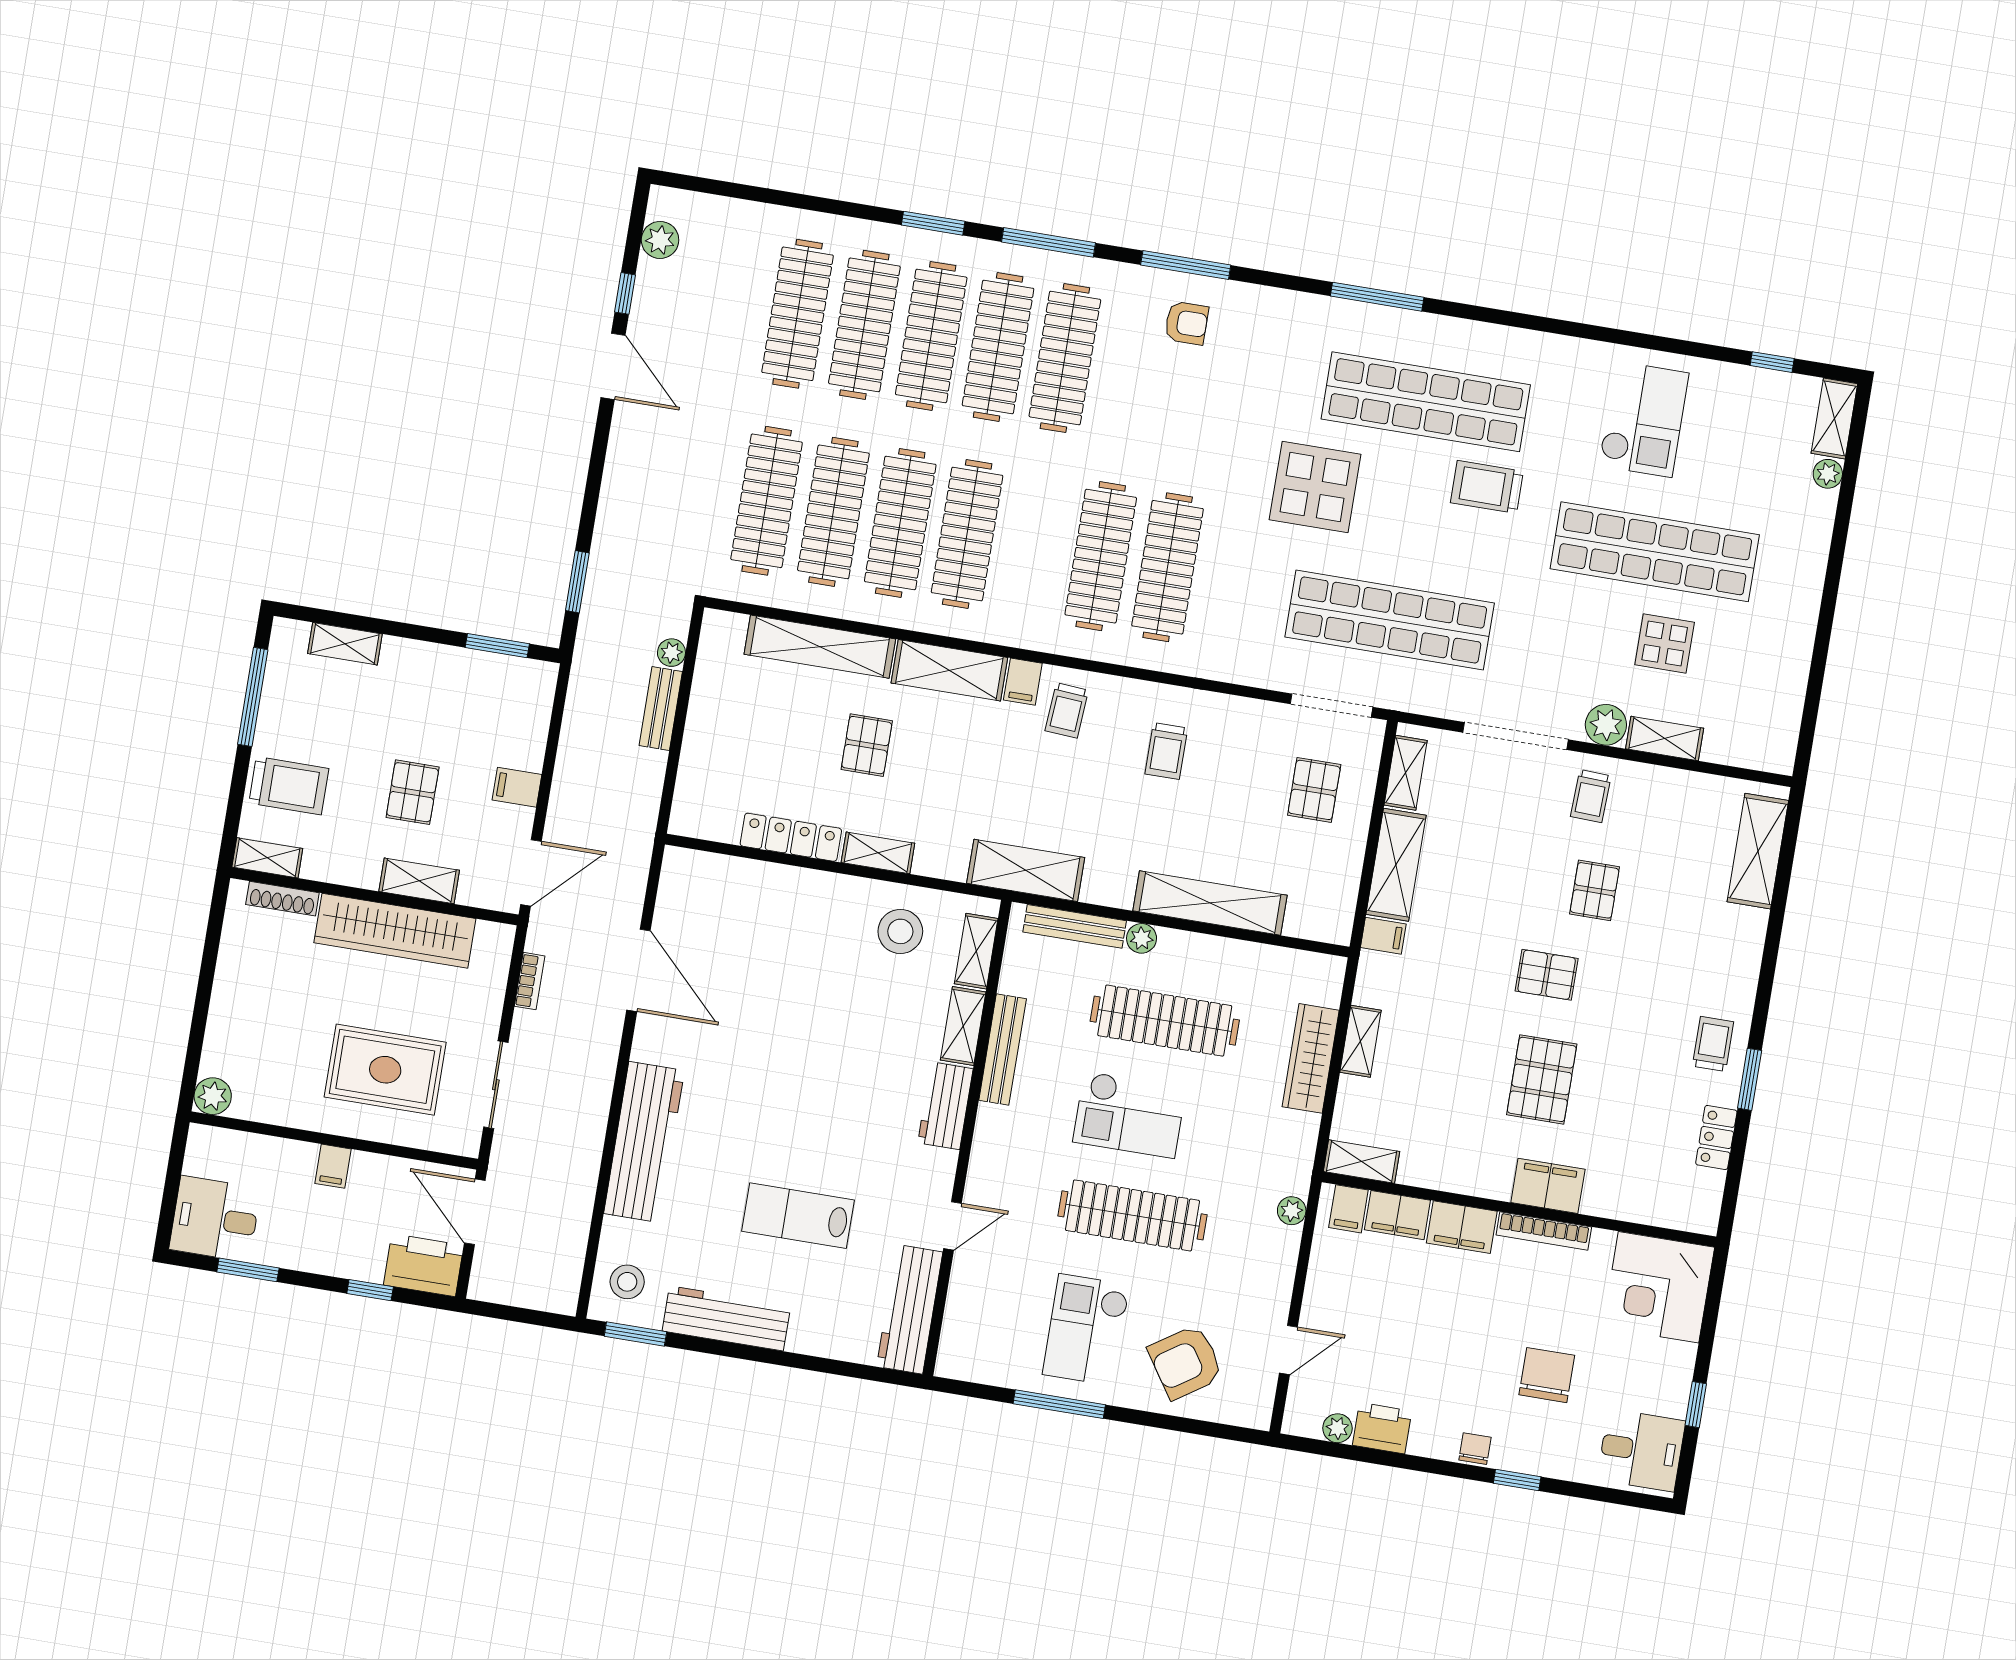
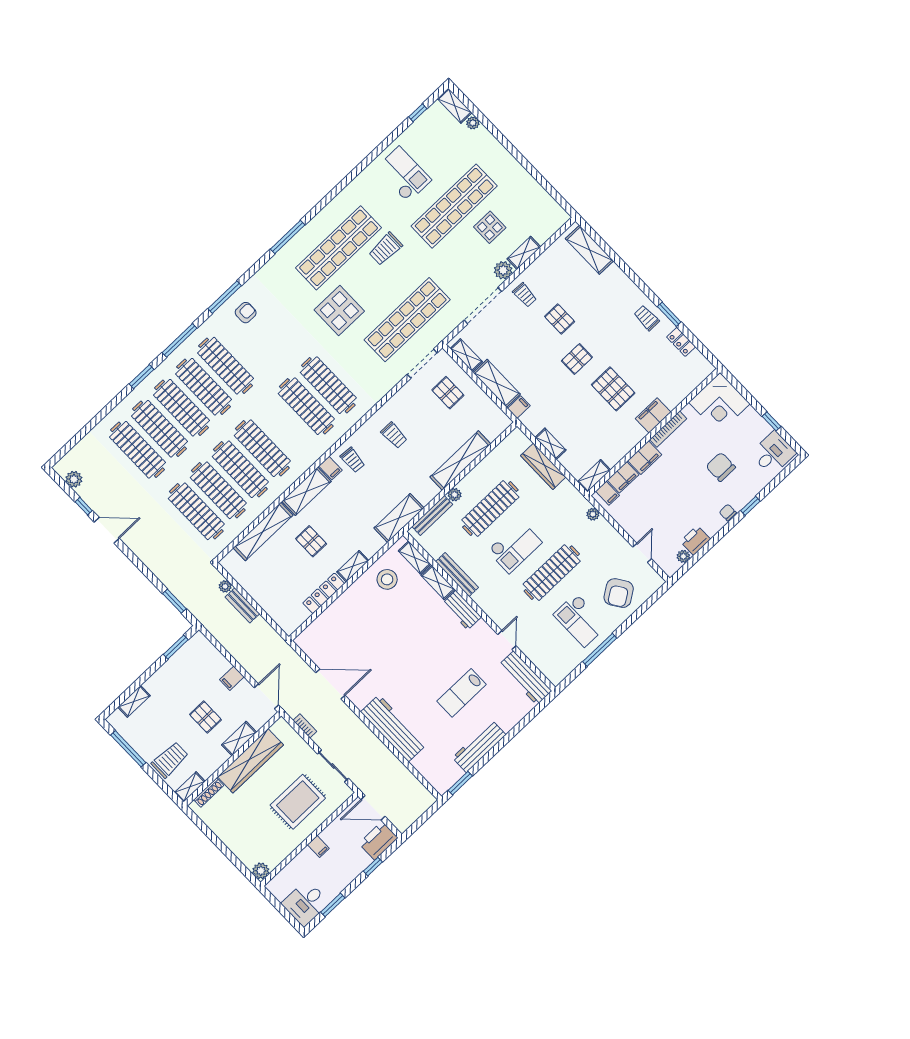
stool: (627, 1282) -> (439, 772), removed

